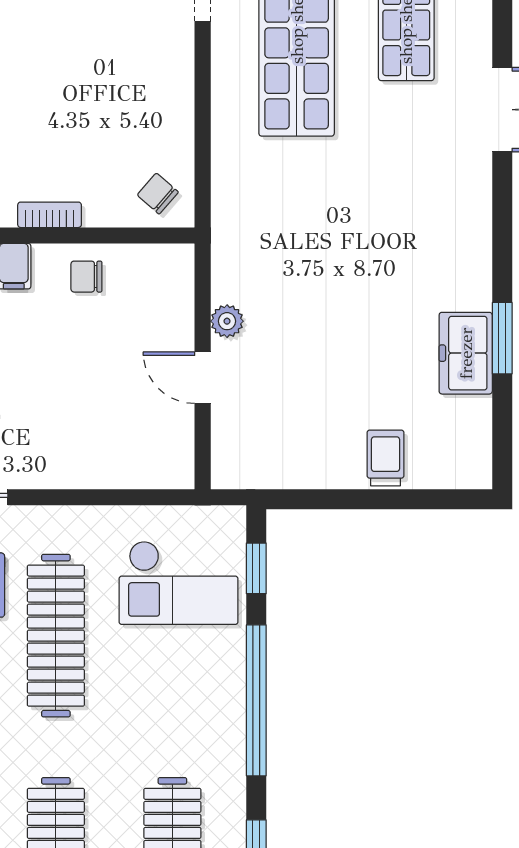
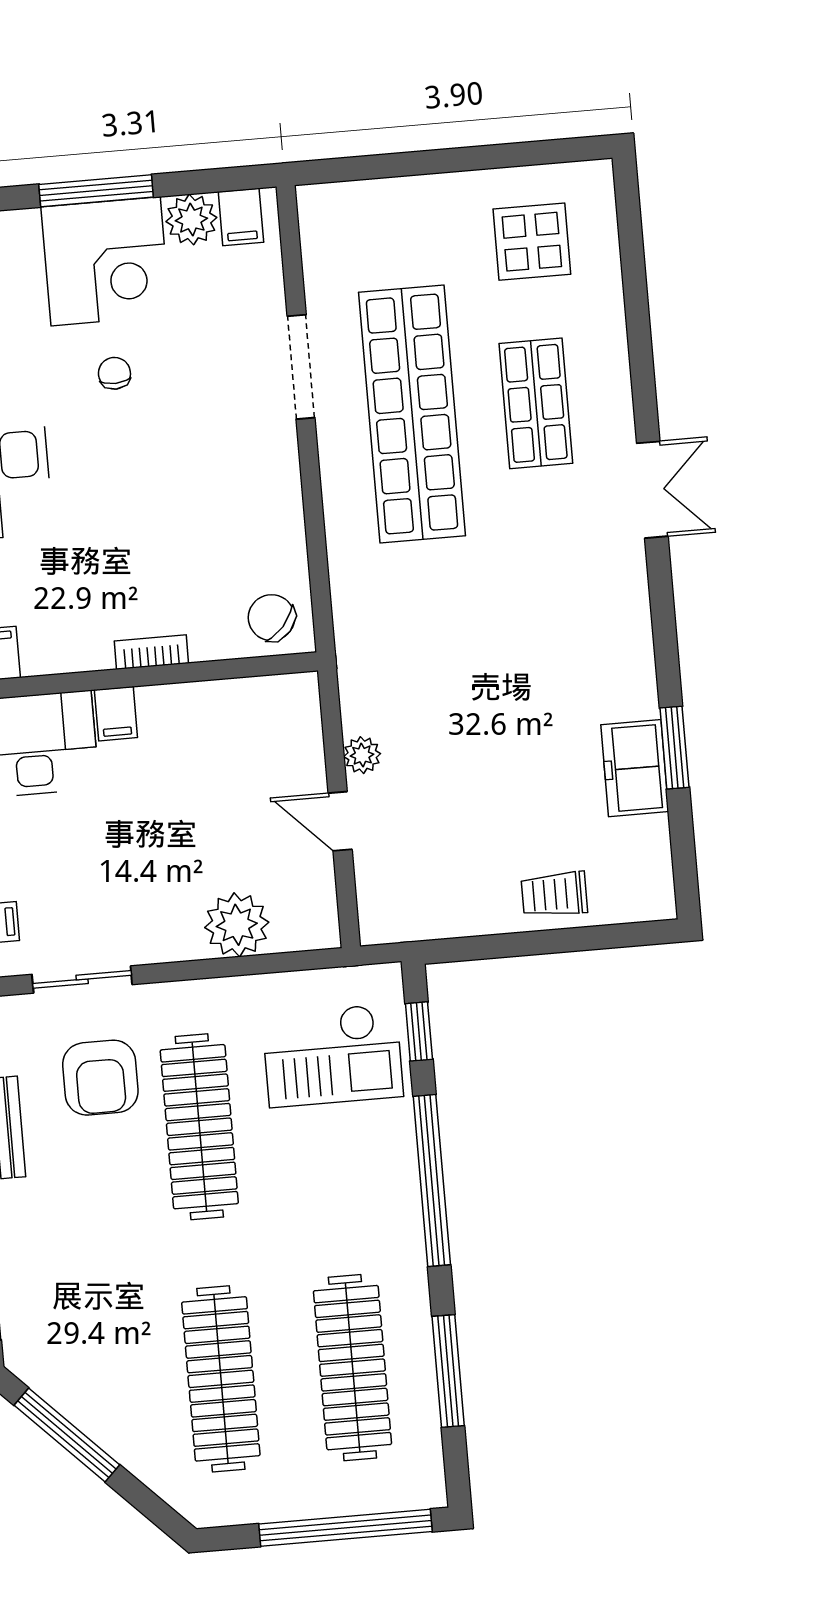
chair: (158, 193) -> (271, 618), width x1.37, depth x1.37
chair: (86, 277) -> (199, 718), removed
trolley: (386, 458) -> (554, 894), turned -90
plant: (104, 461) -> (237, 925), added

